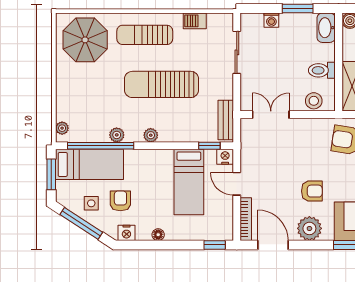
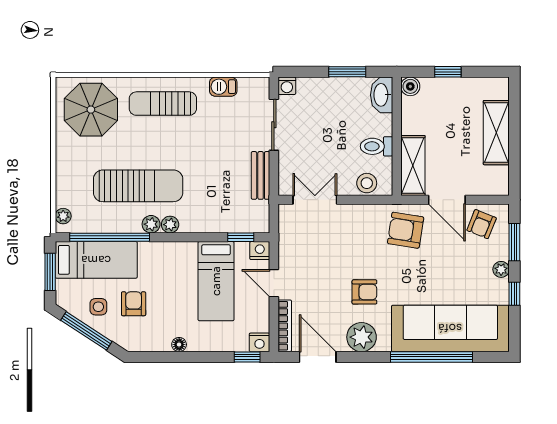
washing machine: (271, 20) -> (287, 86), moved
sun lounger: (162, 84) -> (138, 186), moved, turned 180
bench: (226, 120) -> (261, 175), moved
plant: (117, 135) -> (151, 224), moved
nightstand: (126, 233) -> (259, 342), moved

